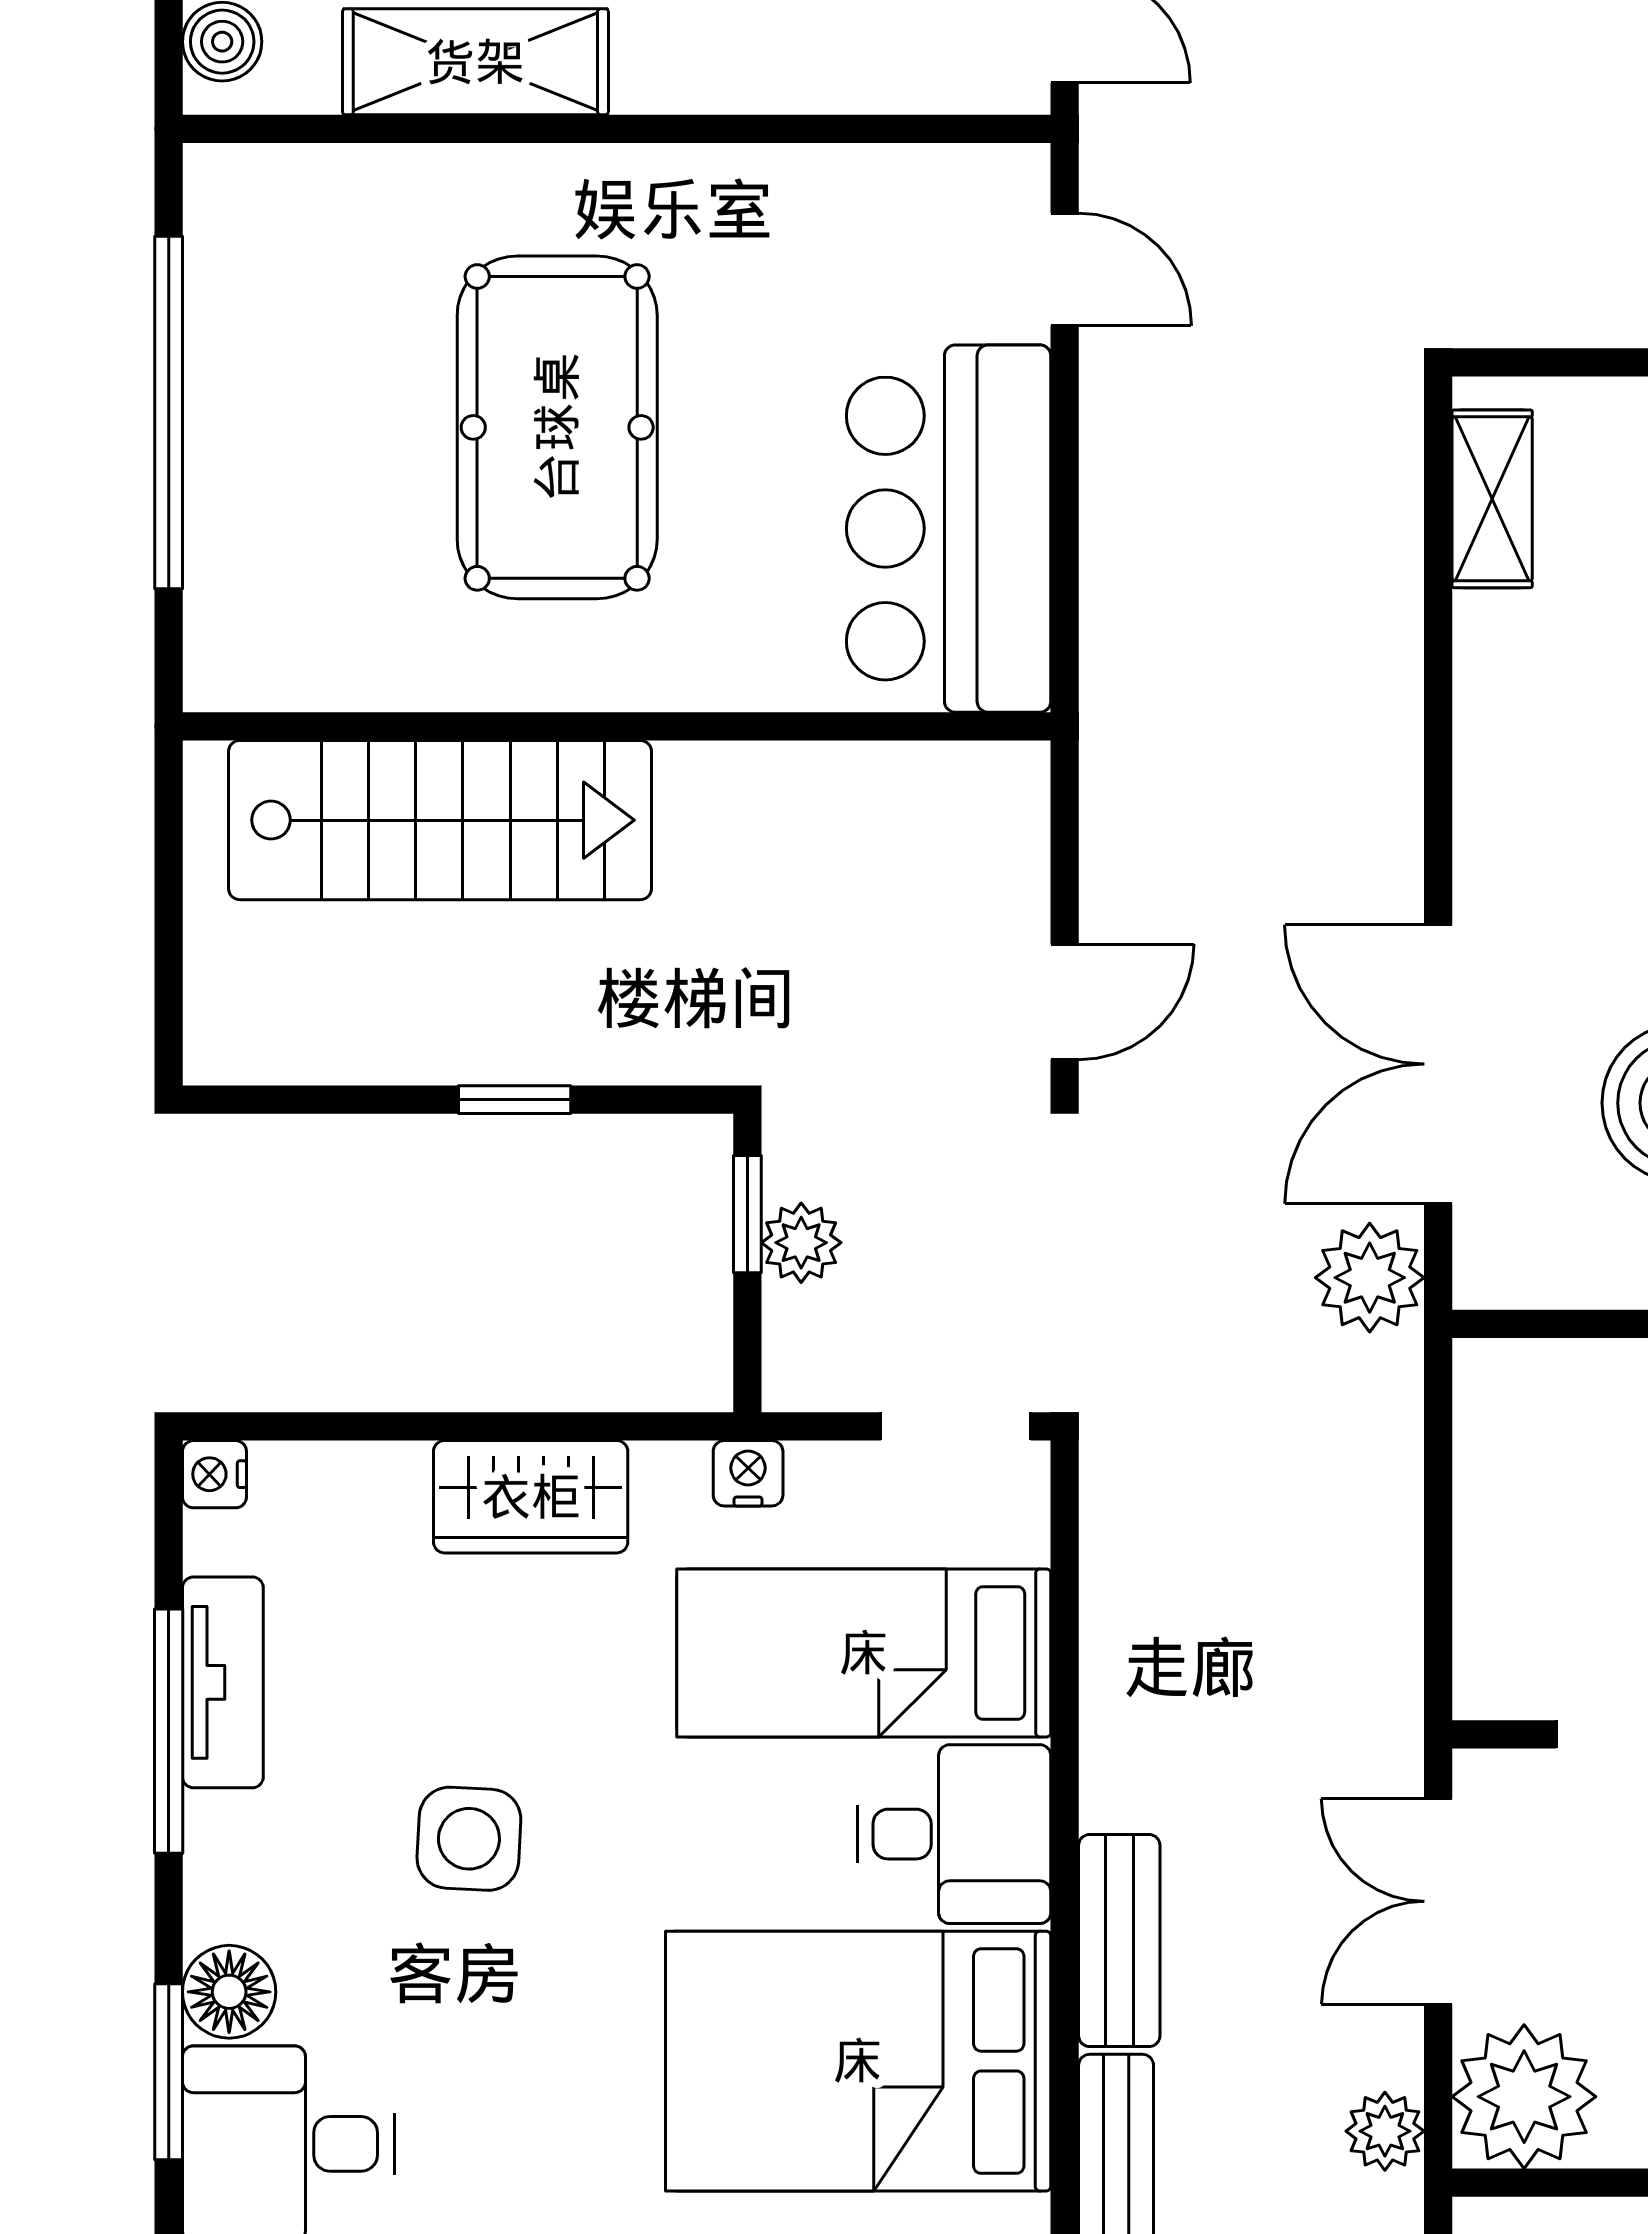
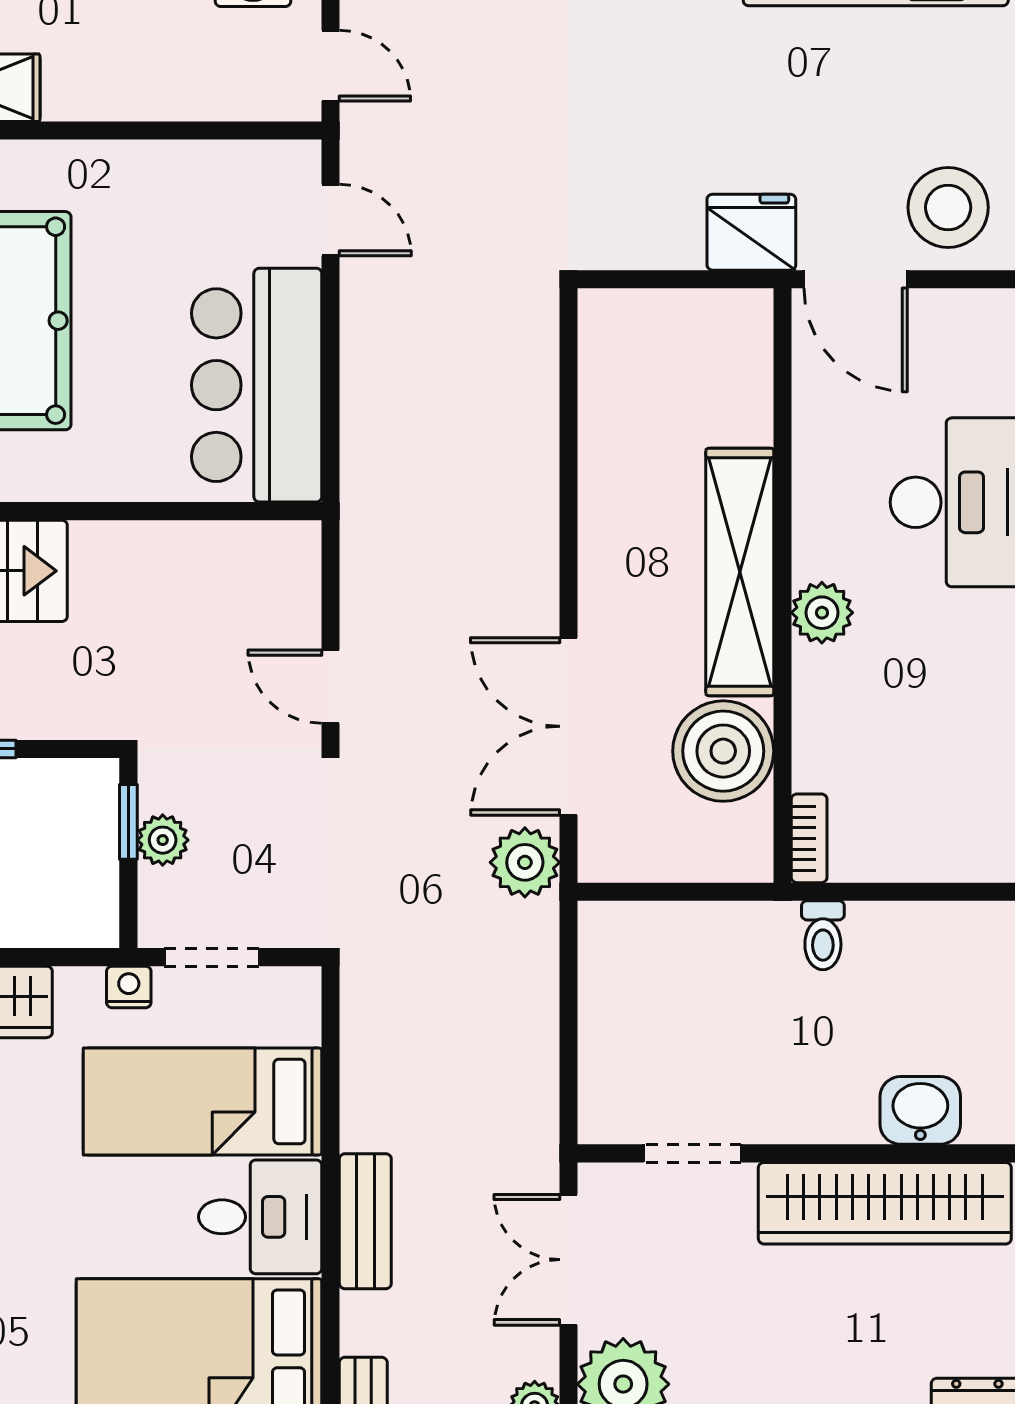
shelving: (1492, 499) -> (603, 366), removed
door: (1065, 1002) -> (331, 687), swing flipped
doorway: (956, 1426) -> (212, 957), moved
bench: (1119, 1941) -> (365, 1221), moved

